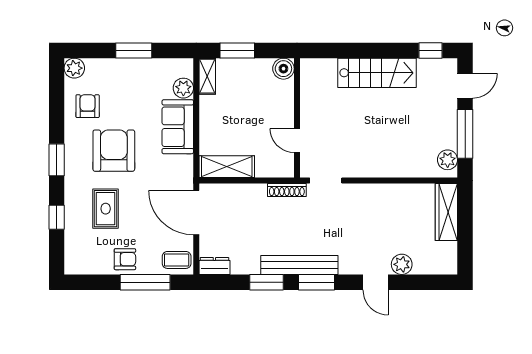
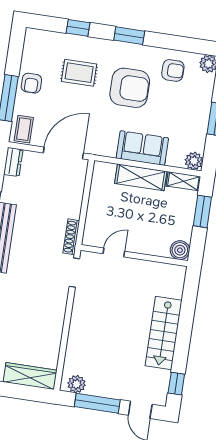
plant: (183, 88) -> (194, 161), moved
shelving: (227, 167) -> (141, 177), moved, turned 90

